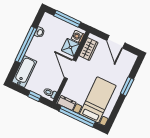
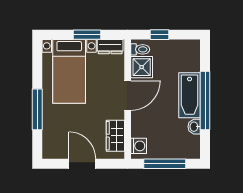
shower: (70, 47) -> (142, 67), moved
door: (70, 69) -> (128, 96), hinge flipped
bathtub: (24, 72) -> (190, 95), moved
window: (127, 86) -> (37, 109), width x1.44
window: (77, 116) -> (87, 35), width x0.47

